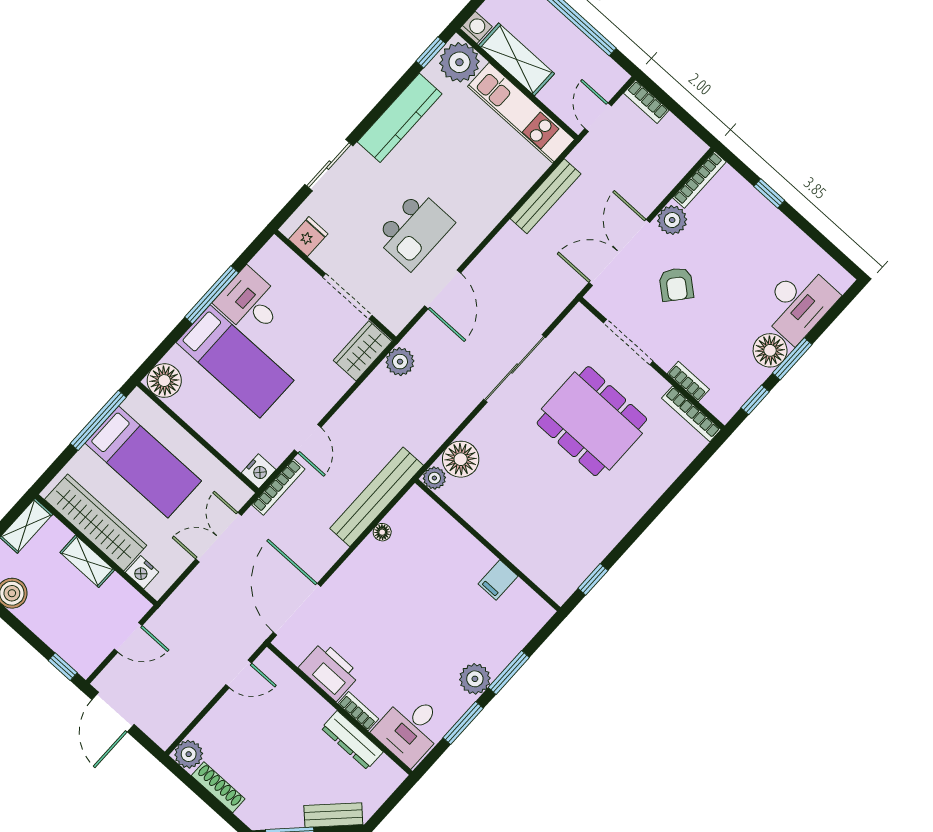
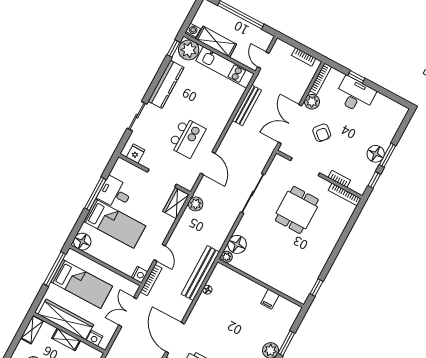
bookcase: (646, 102) -> (304, 57), moved
desk: (798, 303) -> (355, 95), moved, turned -90
dining table: (592, 421) -> (297, 210), width x0.73

